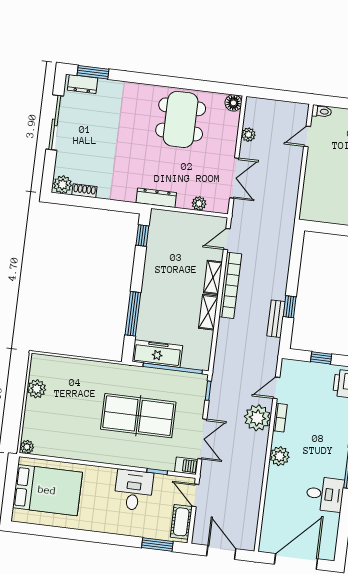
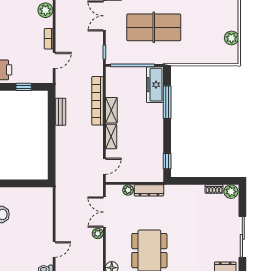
plant: (248, 135) -> (98, 233), moved
dresser: (156, 198) -> (149, 190), moved
bookcase: (230, 285) -> (97, 101), moved
window: (290, 307) -> (52, 122), removed
freezer: (157, 354) -> (155, 85), moved, turned 90
plant: (257, 418) -> (65, 37), removed

